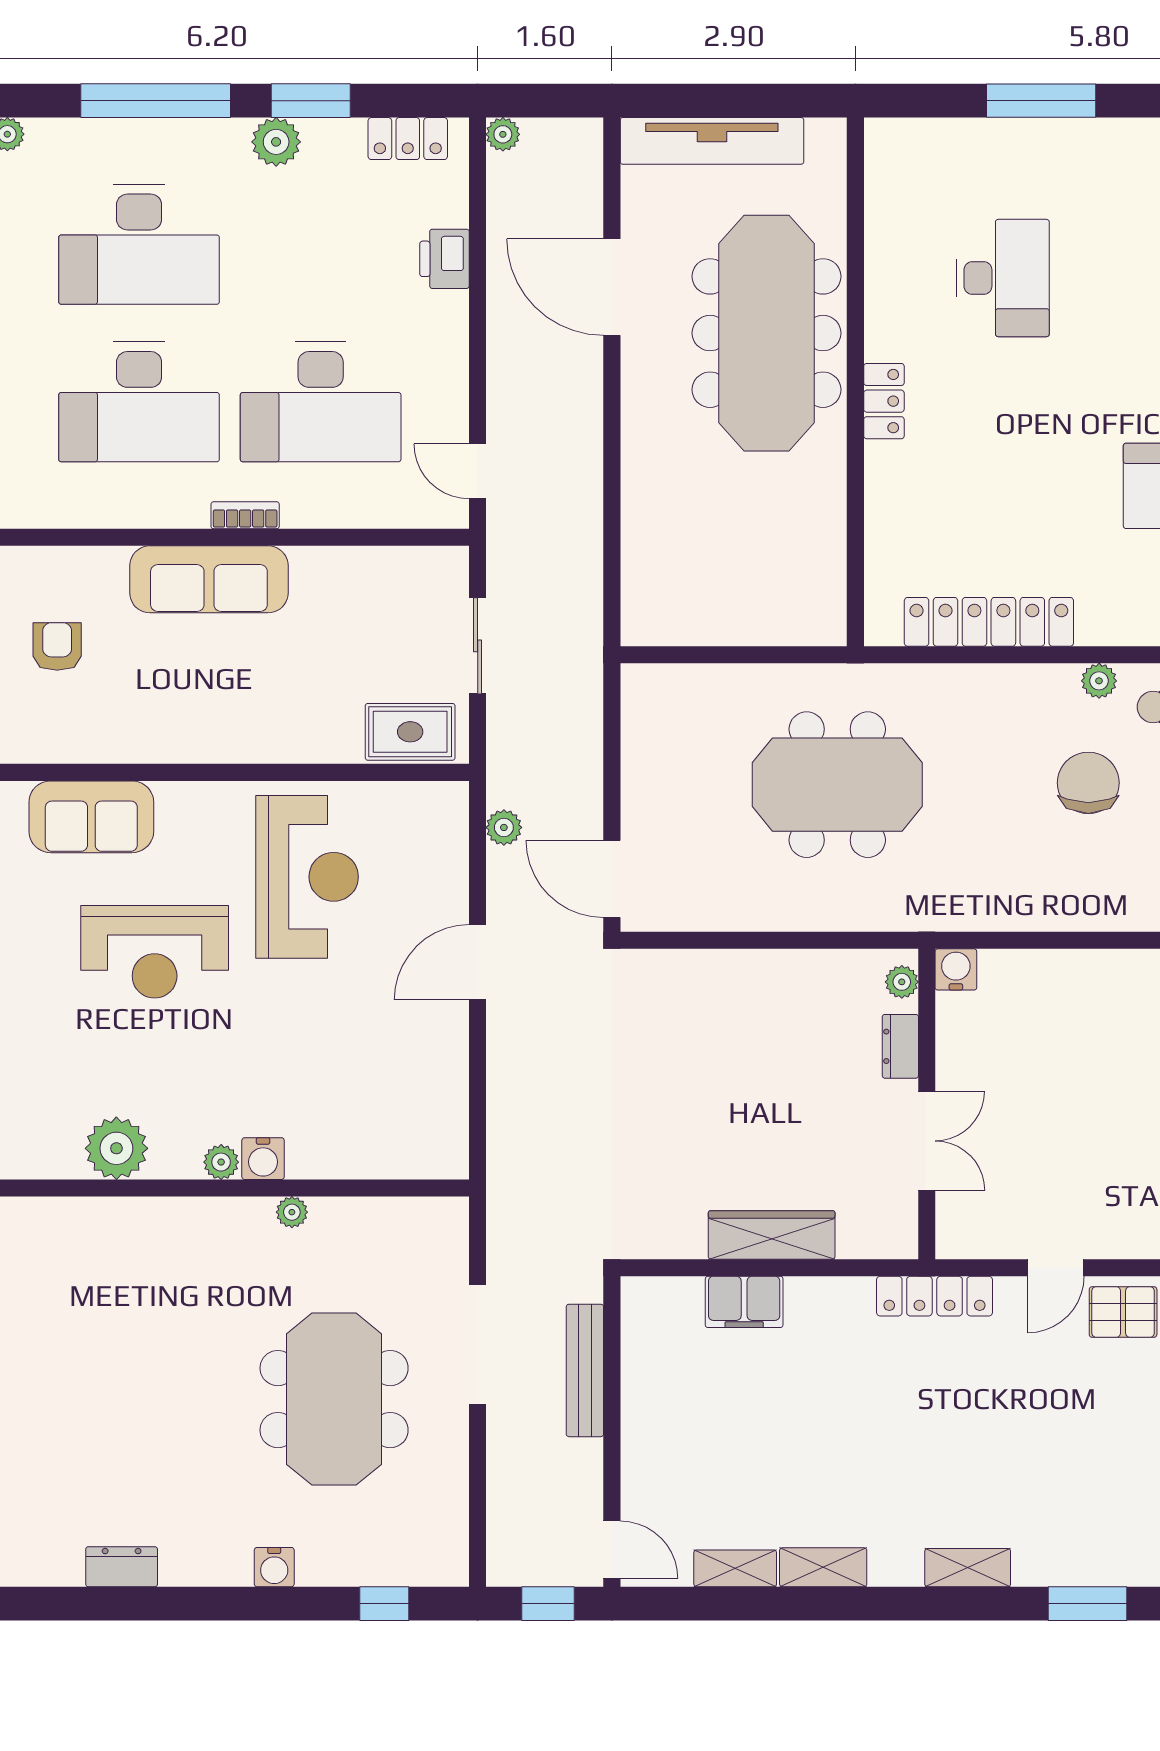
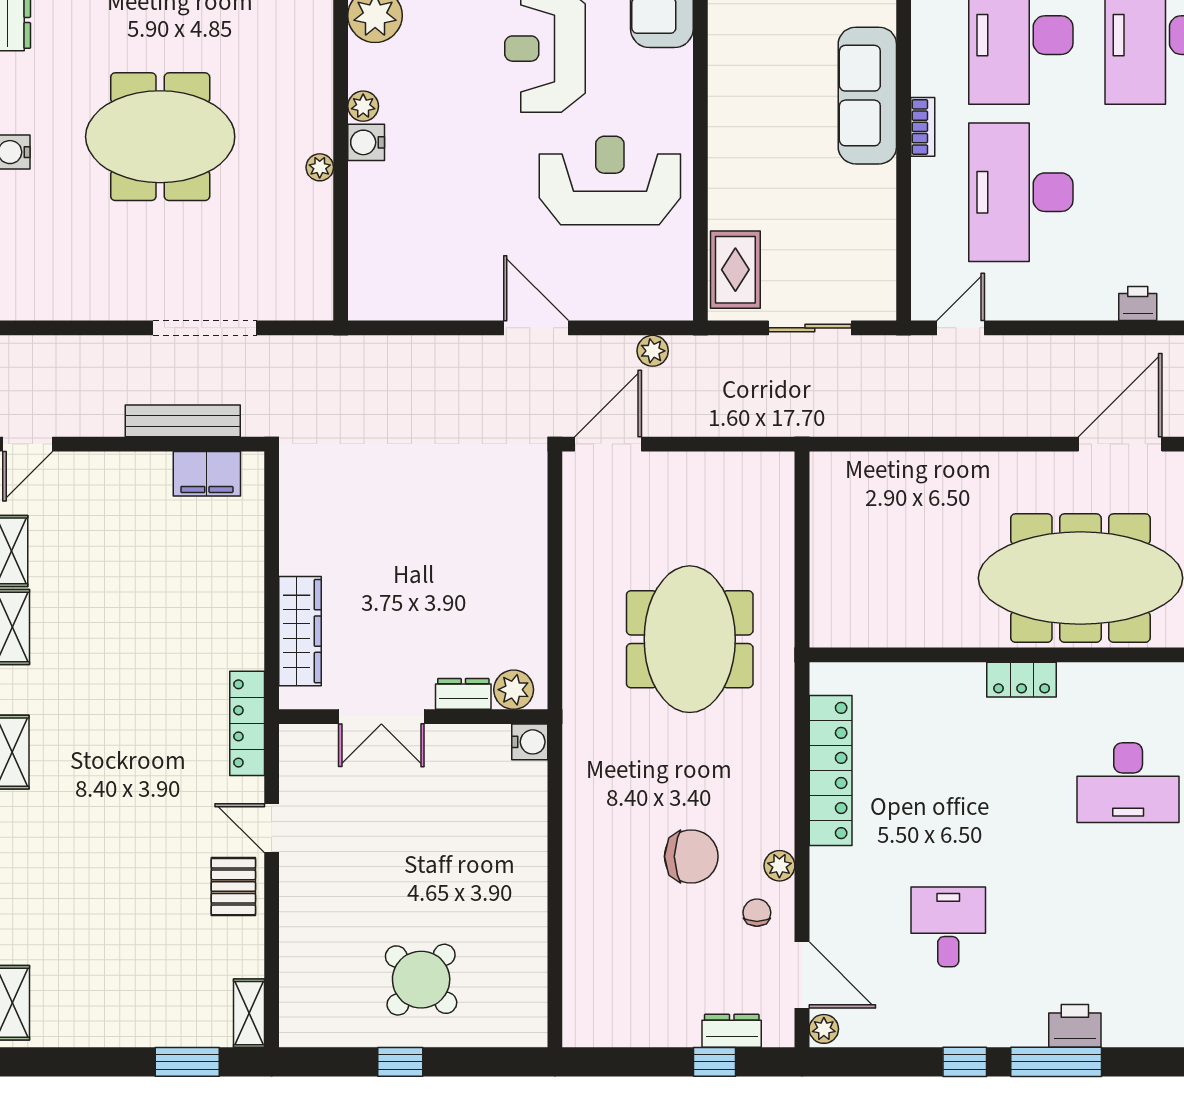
printer: (445, 259) -> (1138, 304), width x0.73, depth x0.81
reception desk: (307, 877) -> (610, 180), turned 180
plant: (902, 982) -> (514, 690), width x1.38, depth x1.38
wardrobe: (772, 1235) -> (300, 631), moved
filing cabinet: (744, 1302) -> (207, 474), moved, turned -90
meeting table: (334, 1399) -> (160, 137), moved

